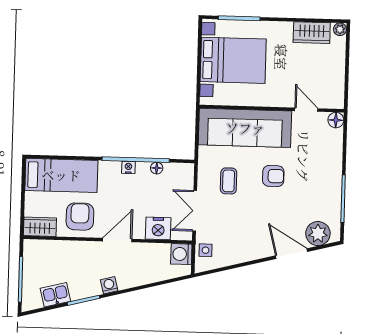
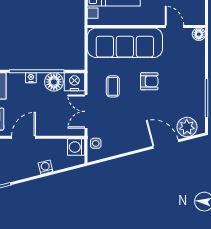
floor lamp: (157, 168) -> (54, 82), width x1.89, depth x1.89
nightstand: (158, 228) -> (74, 82), moved, turned 180
washing machine: (109, 285) -> (45, 167), moved

